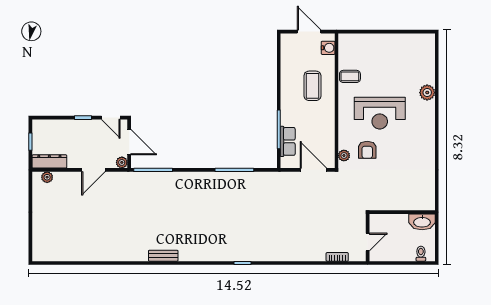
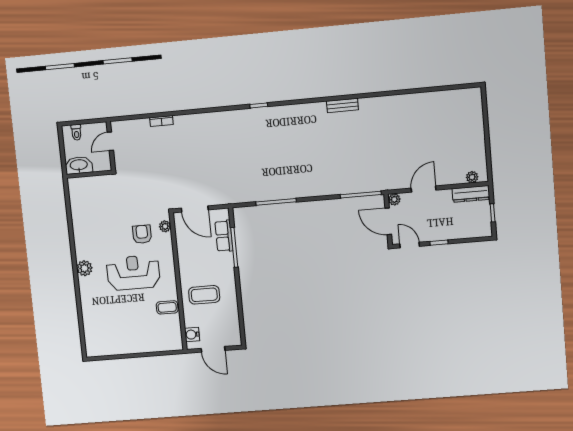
coffee table: (312, 86) -> (204, 295), turned 90
plant: (427, 93) -> (85, 268), moved
wall: (368, 238) -> (111, 146), moved
door: (368, 242) -> (110, 141), moved

